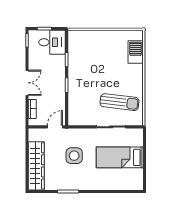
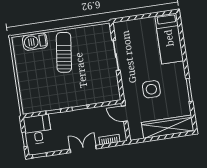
sun lounger: (120, 102) -> (64, 52), moved
bed: (120, 157) -> (169, 38), moved

